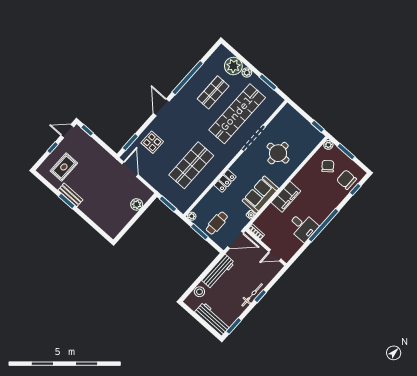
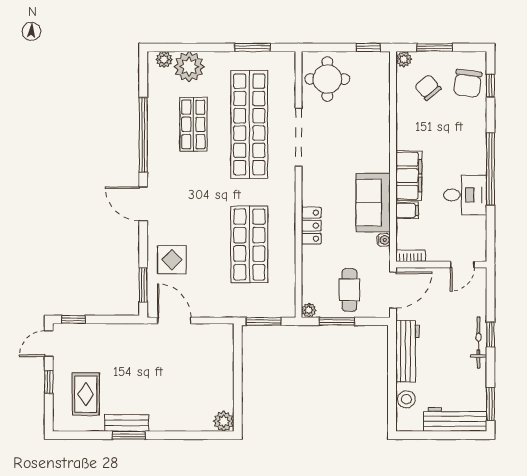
plant: (247, 73) -> (164, 59), moved
round table: (278, 153) -> (327, 79), moved
chair: (347, 180) -> (468, 83), turned -83
plant: (137, 204) -> (224, 421), moved
filing cabinet: (272, 211) -> (407, 210), added

